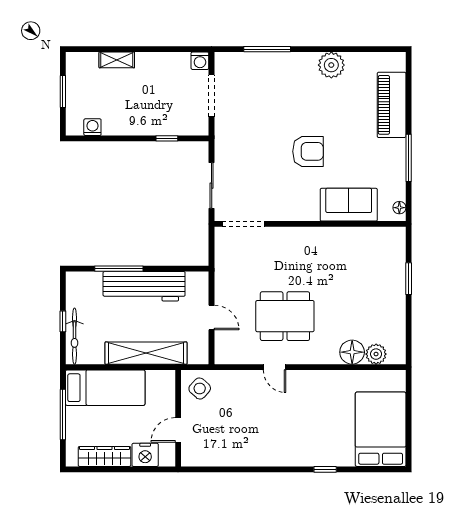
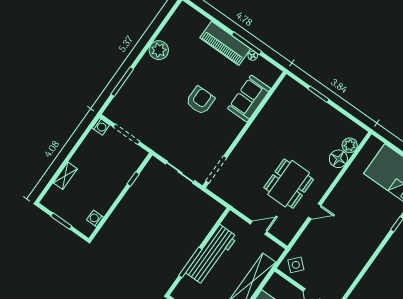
piano: (392, 105) -> (225, 43), moved
floor lamp: (399, 208) -> (253, 56), moved

